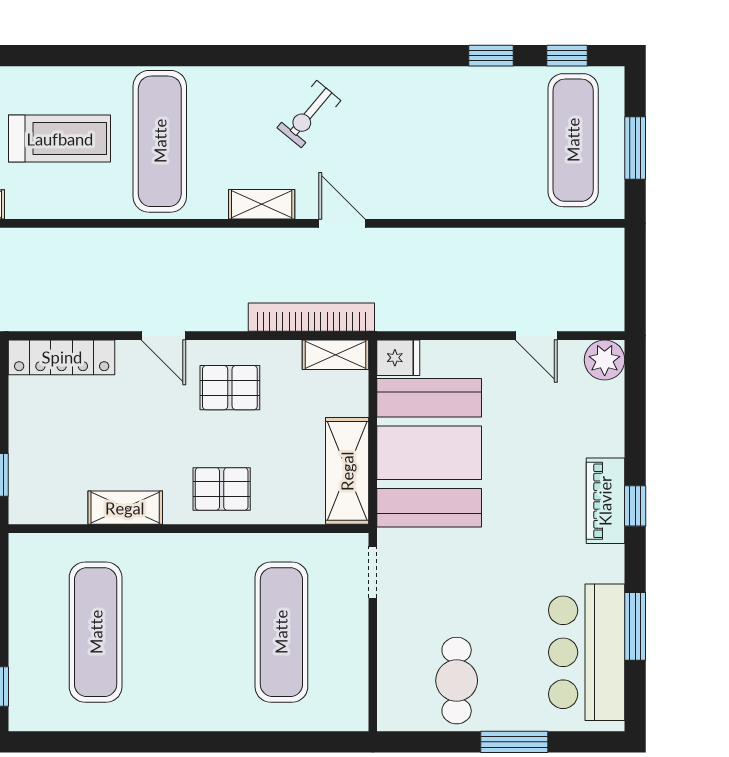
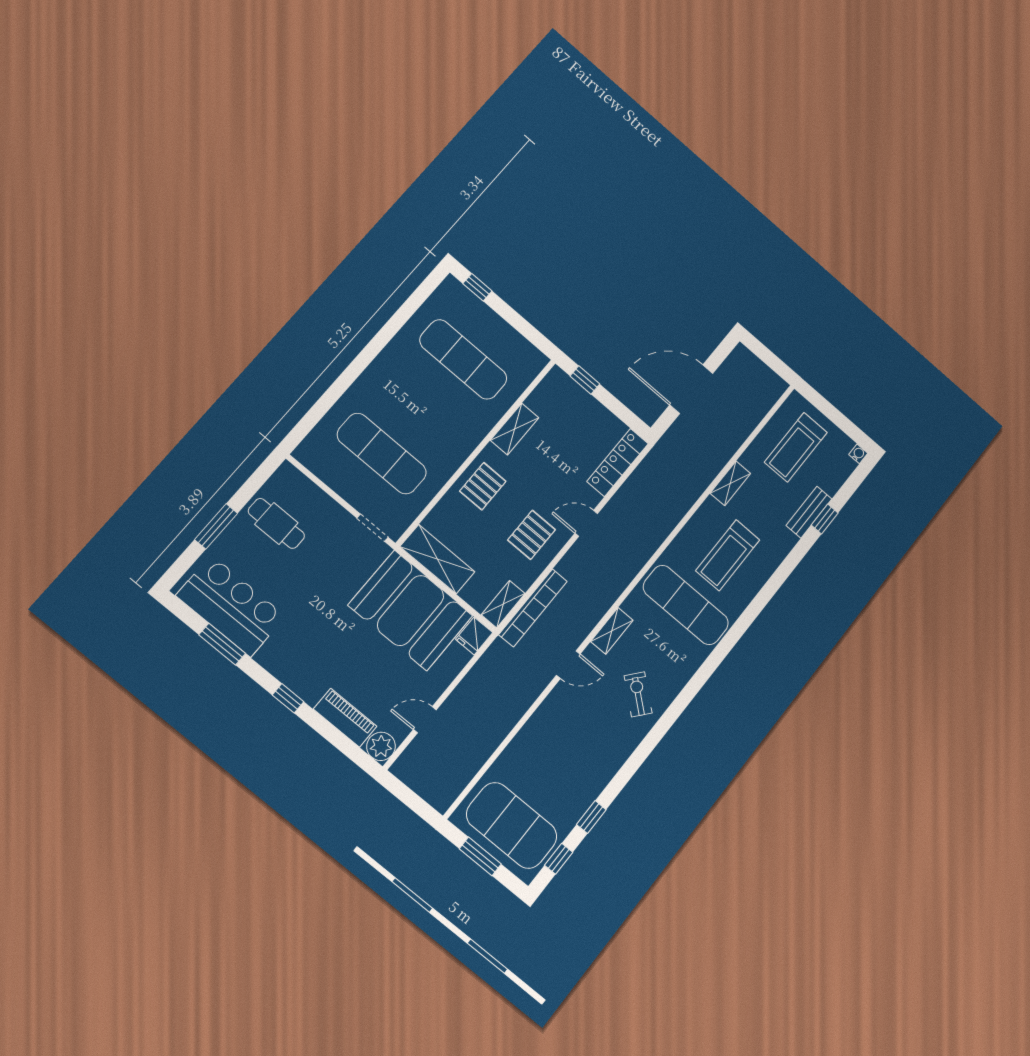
exercise mat: (573, 140) -> (512, 825), width x1.47
piano: (605, 501) -> (345, 718), moved

